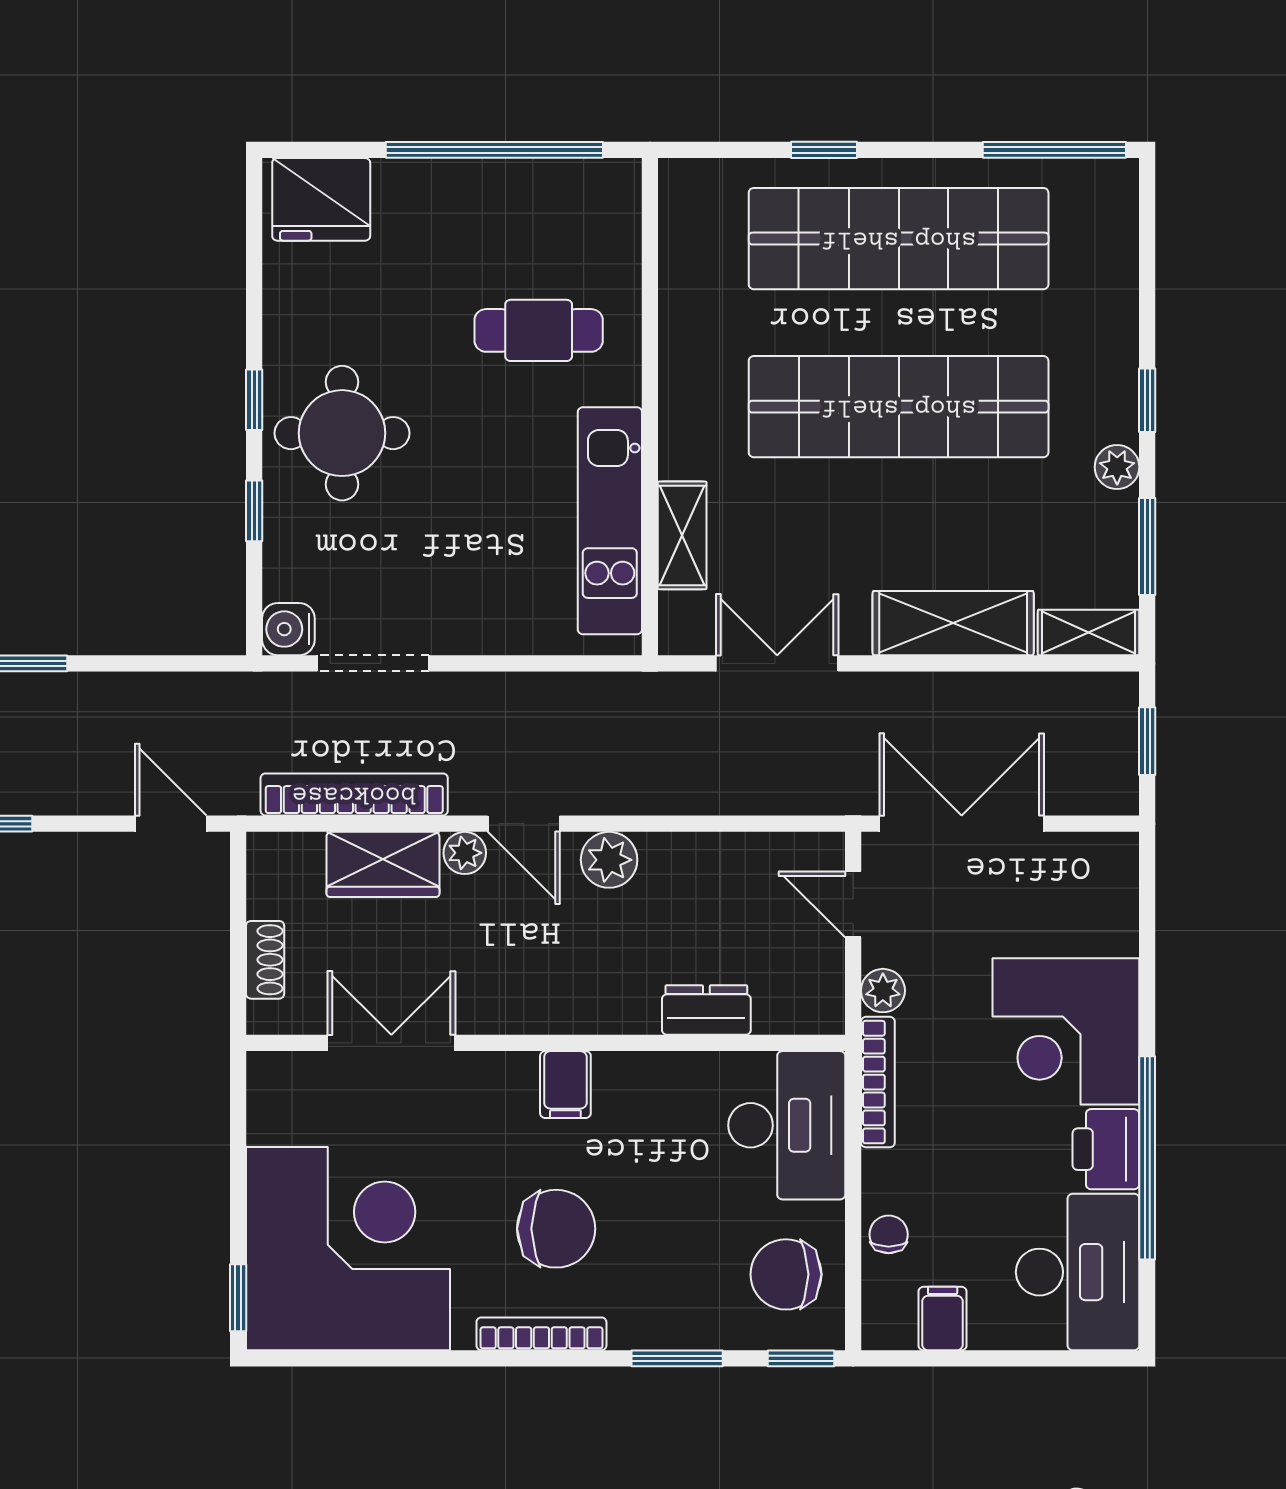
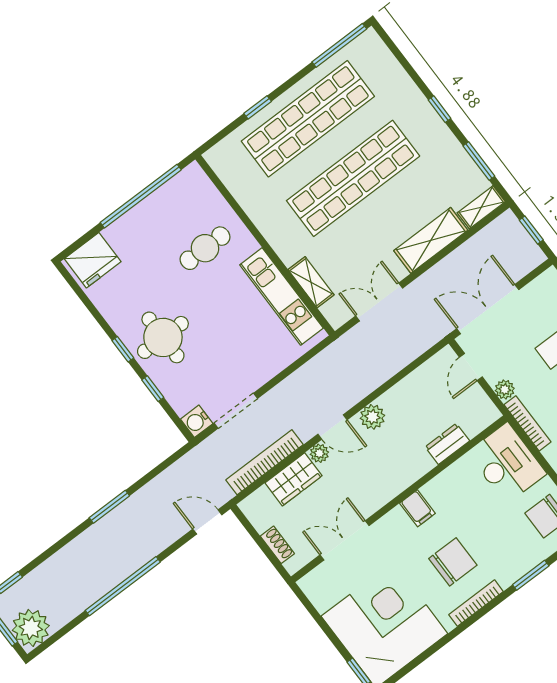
plant: (1117, 467) -> (447, 141), removed
door: (853, 904) -> (471, 367), hinge flipped

